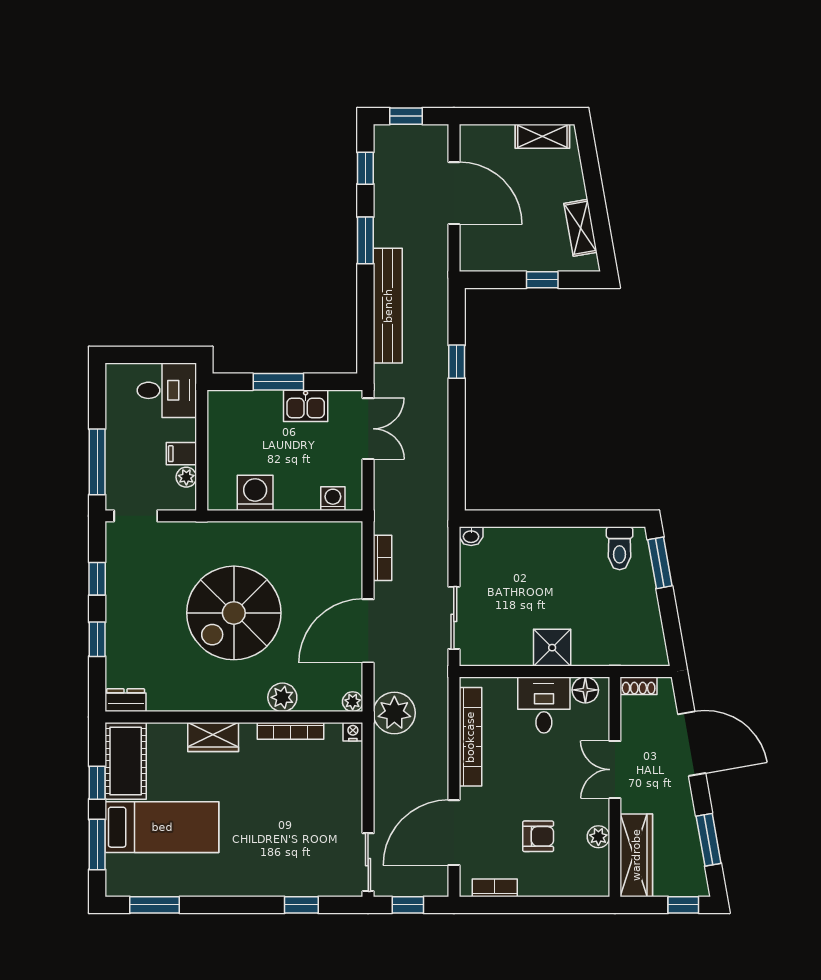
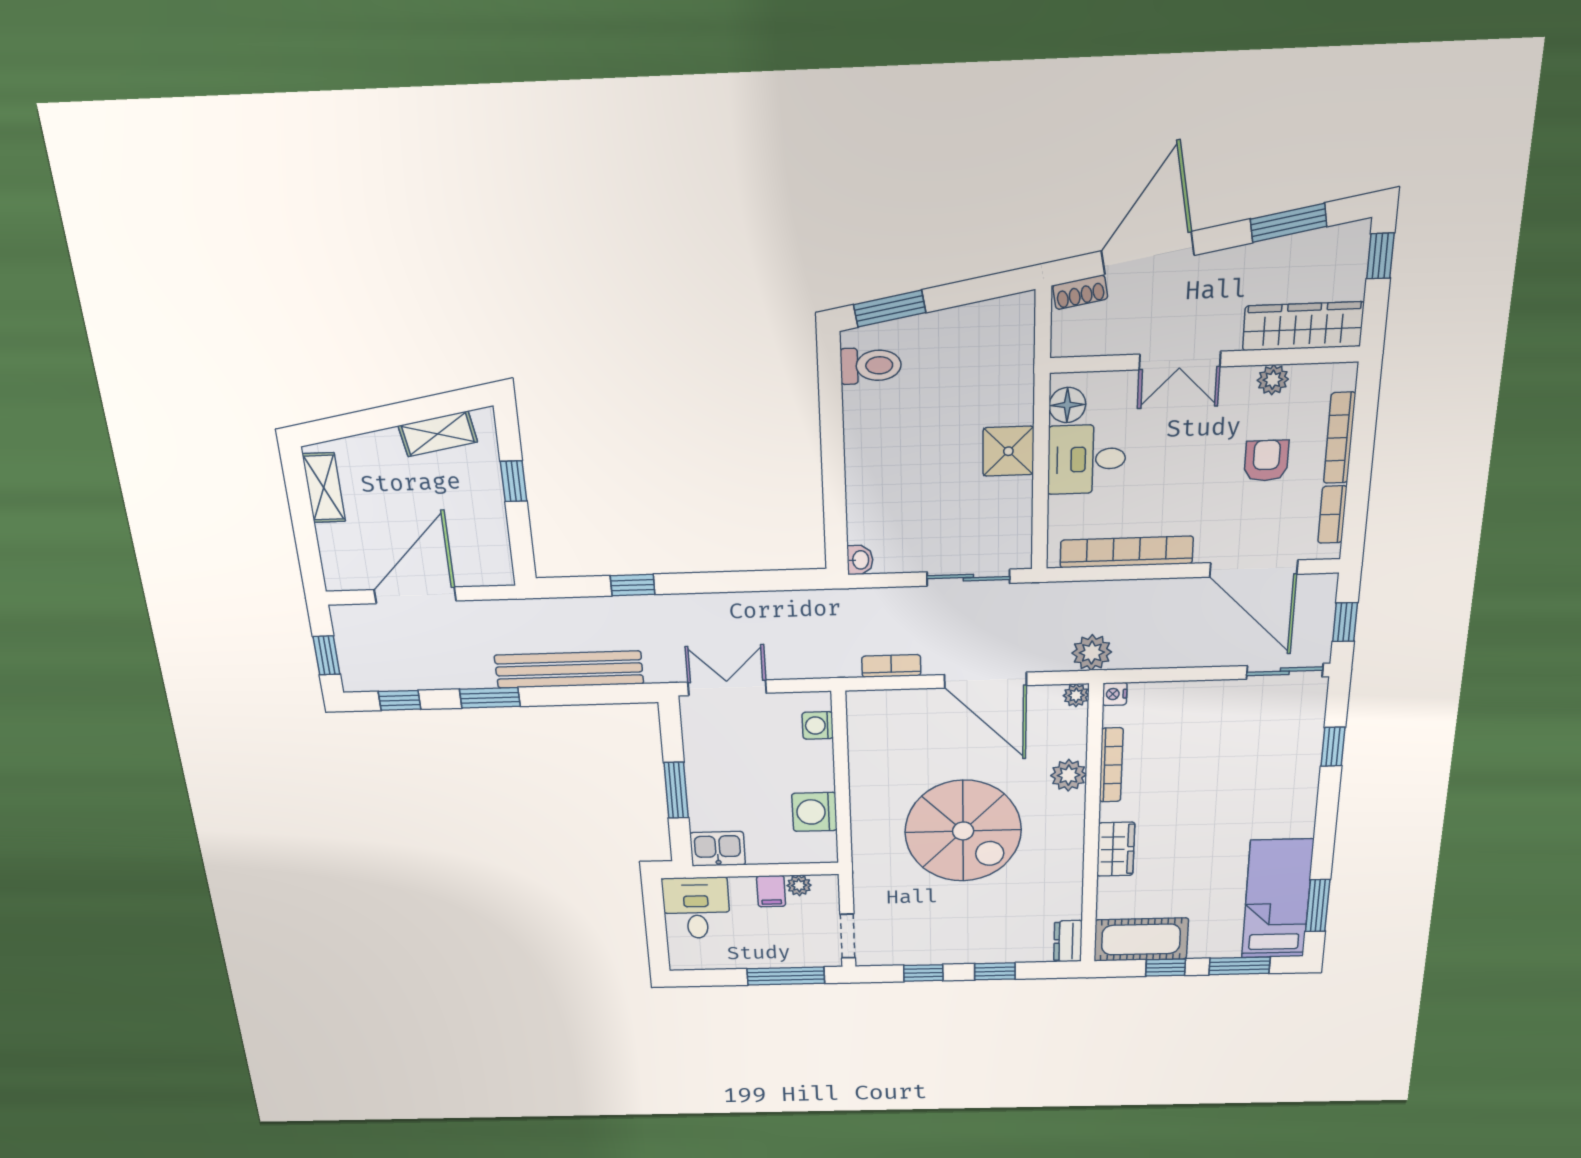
kitchen sink: (306, 406) -> (718, 849), moved, turned -90
shoe rack: (639, 686) -> (1080, 292), moved, turned 80
plant: (394, 713) -> (1092, 653), width x0.73, depth x0.73
bed: (162, 827) -> (1277, 899), moved
bookcase: (553, 888) -> (1340, 438), added

